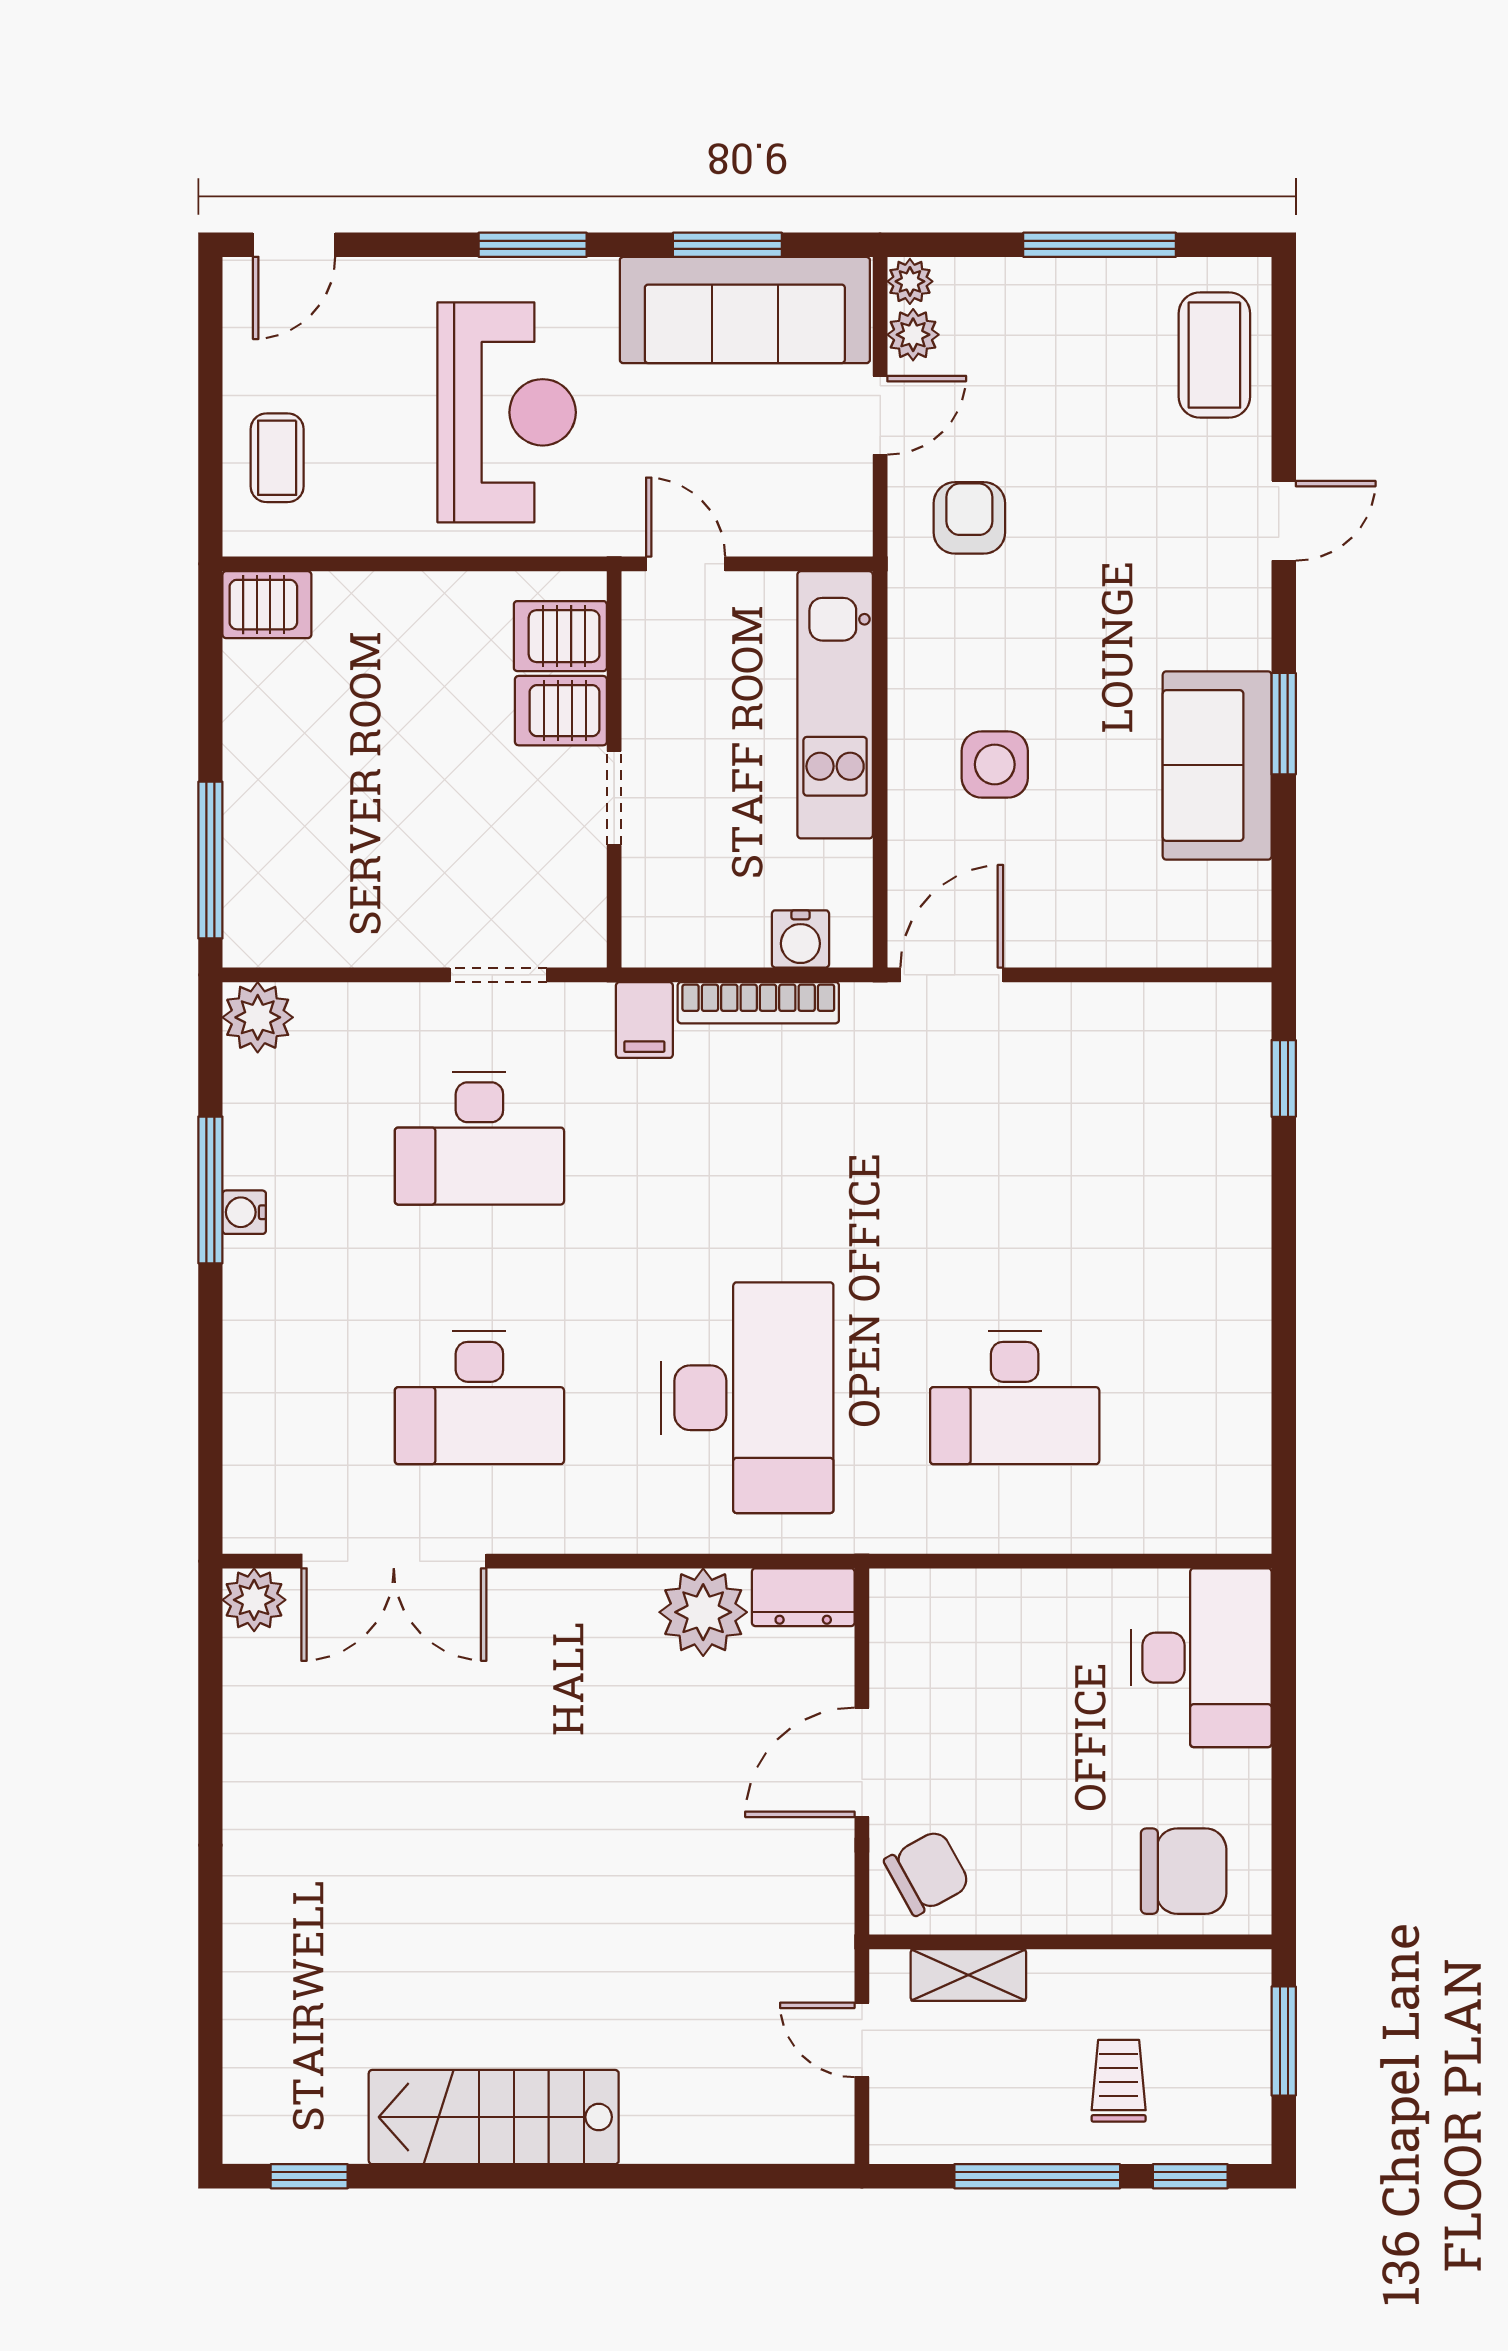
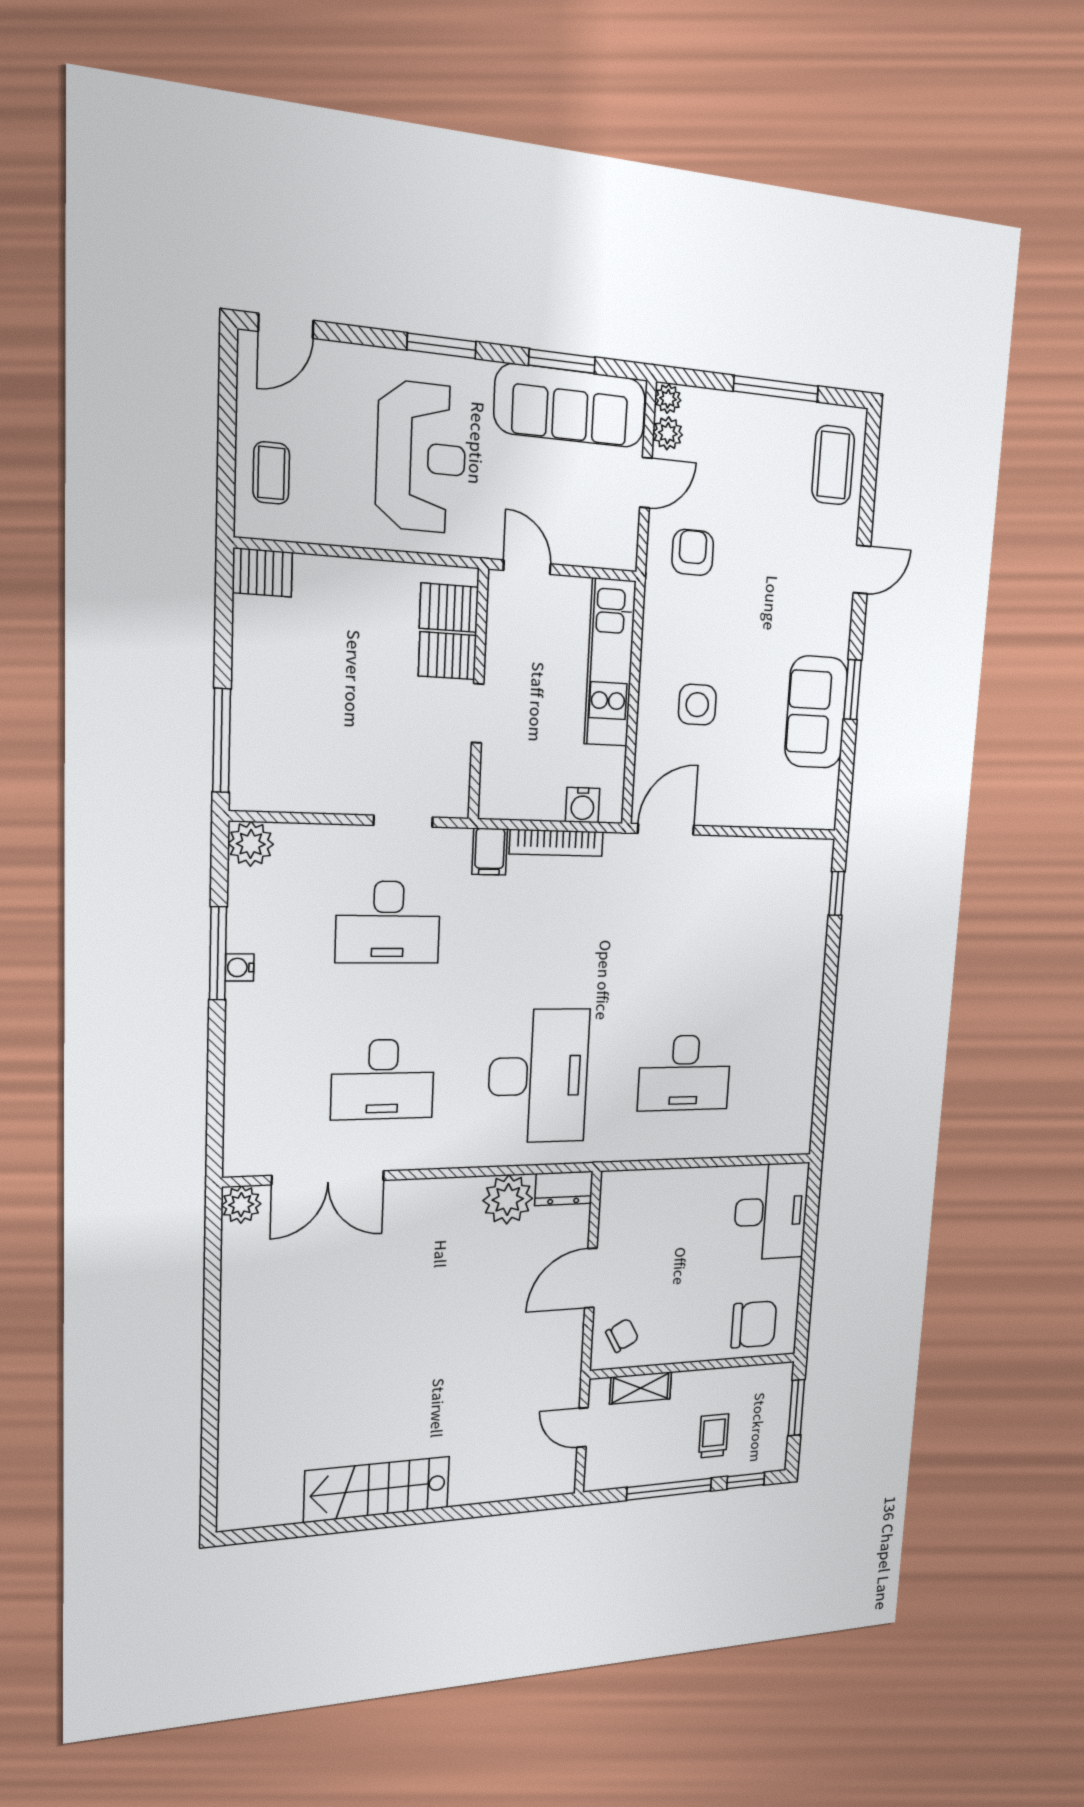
chair: (927, 1873) -> (622, 1335), width x0.73, depth x0.73
window: (309, 2176) -> (268, 1534), removed

